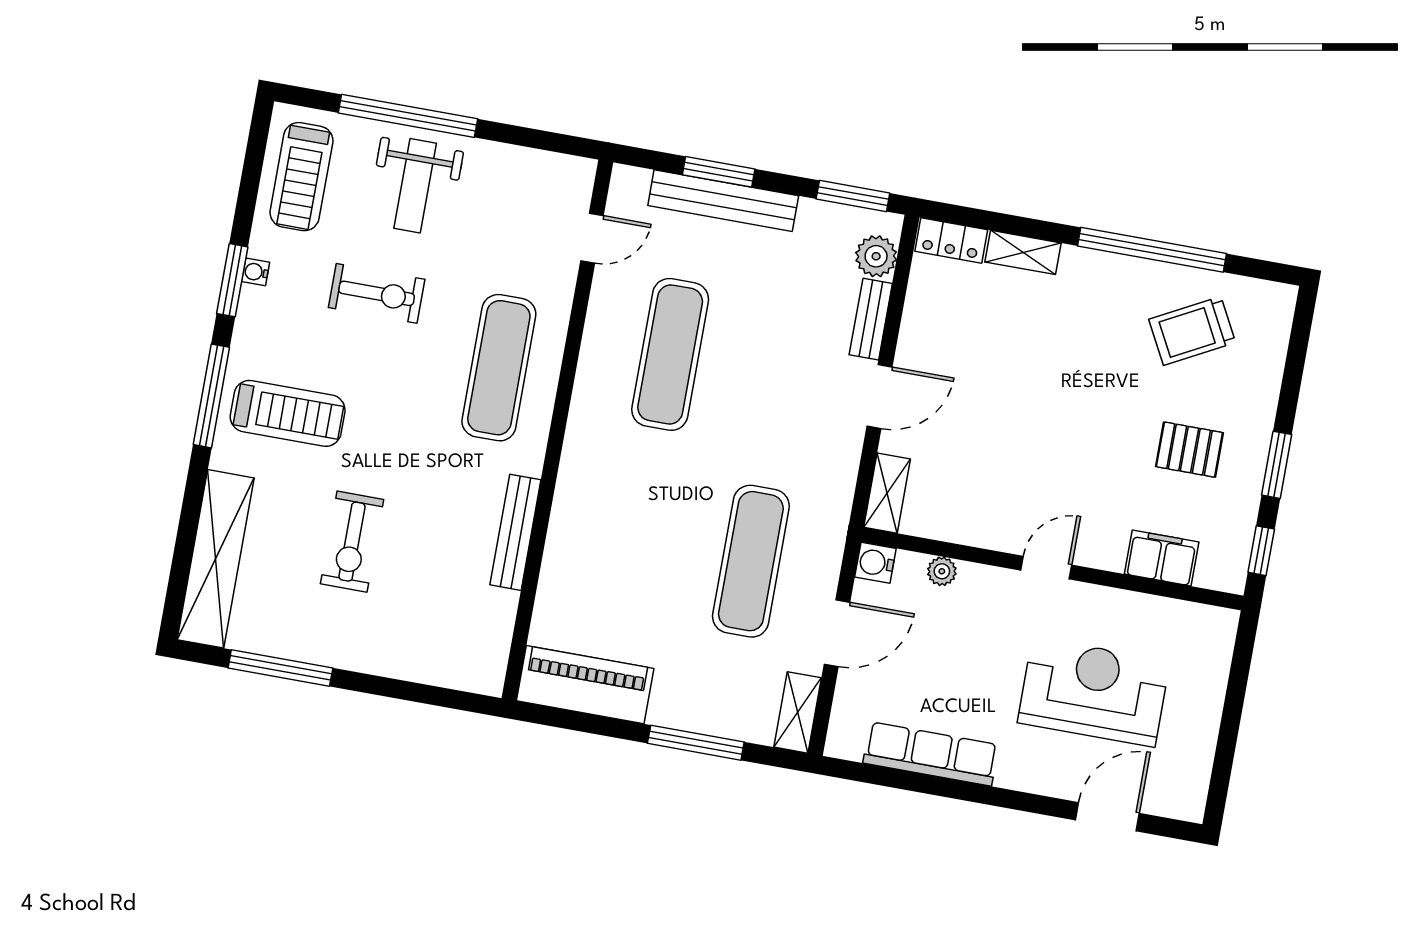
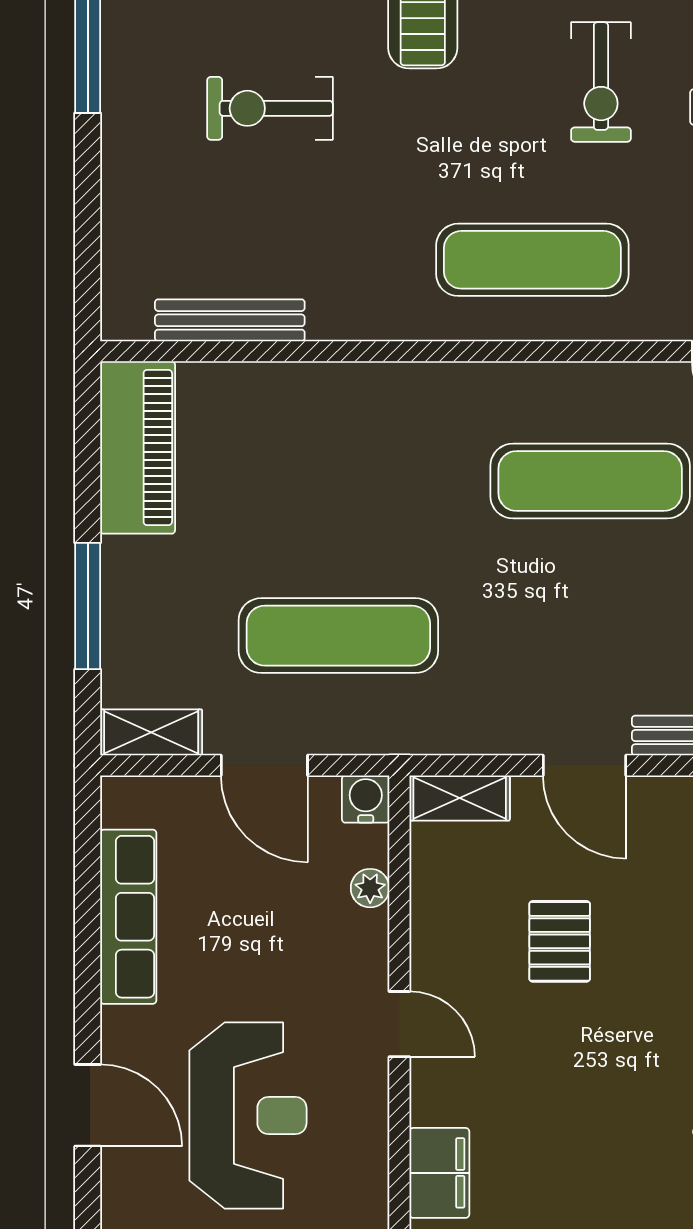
pallet: (1189, 450) -> (560, 941), moved
bench: (515, 532) -> (230, 320), moved
door: (1107, 817) -> (88, 1105), moved

